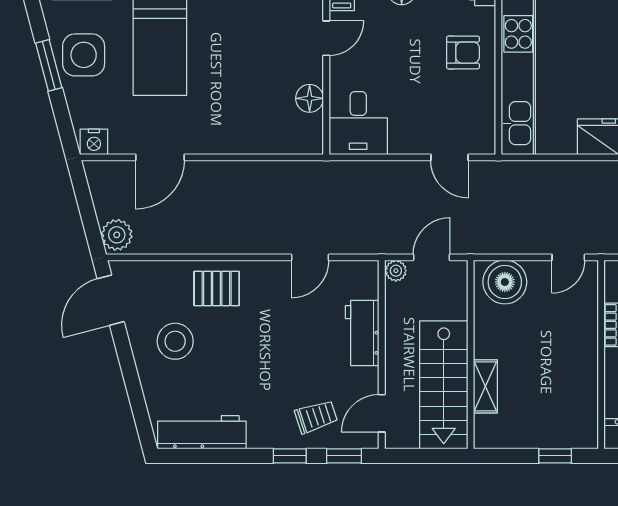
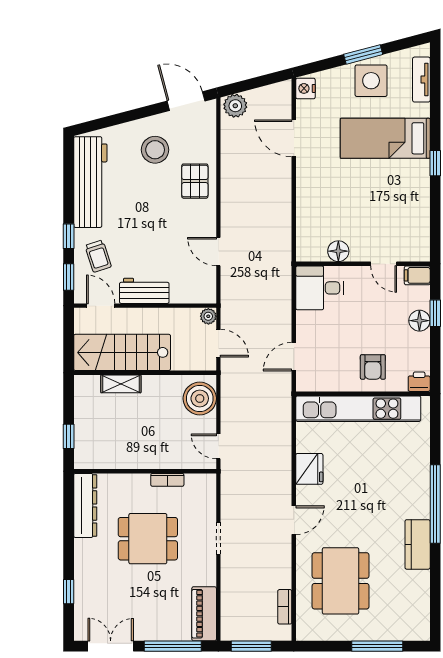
workbench: (362, 333) -> (144, 291), moved
workbench: (202, 432) -> (90, 182), width x1.36, depth x1.32

